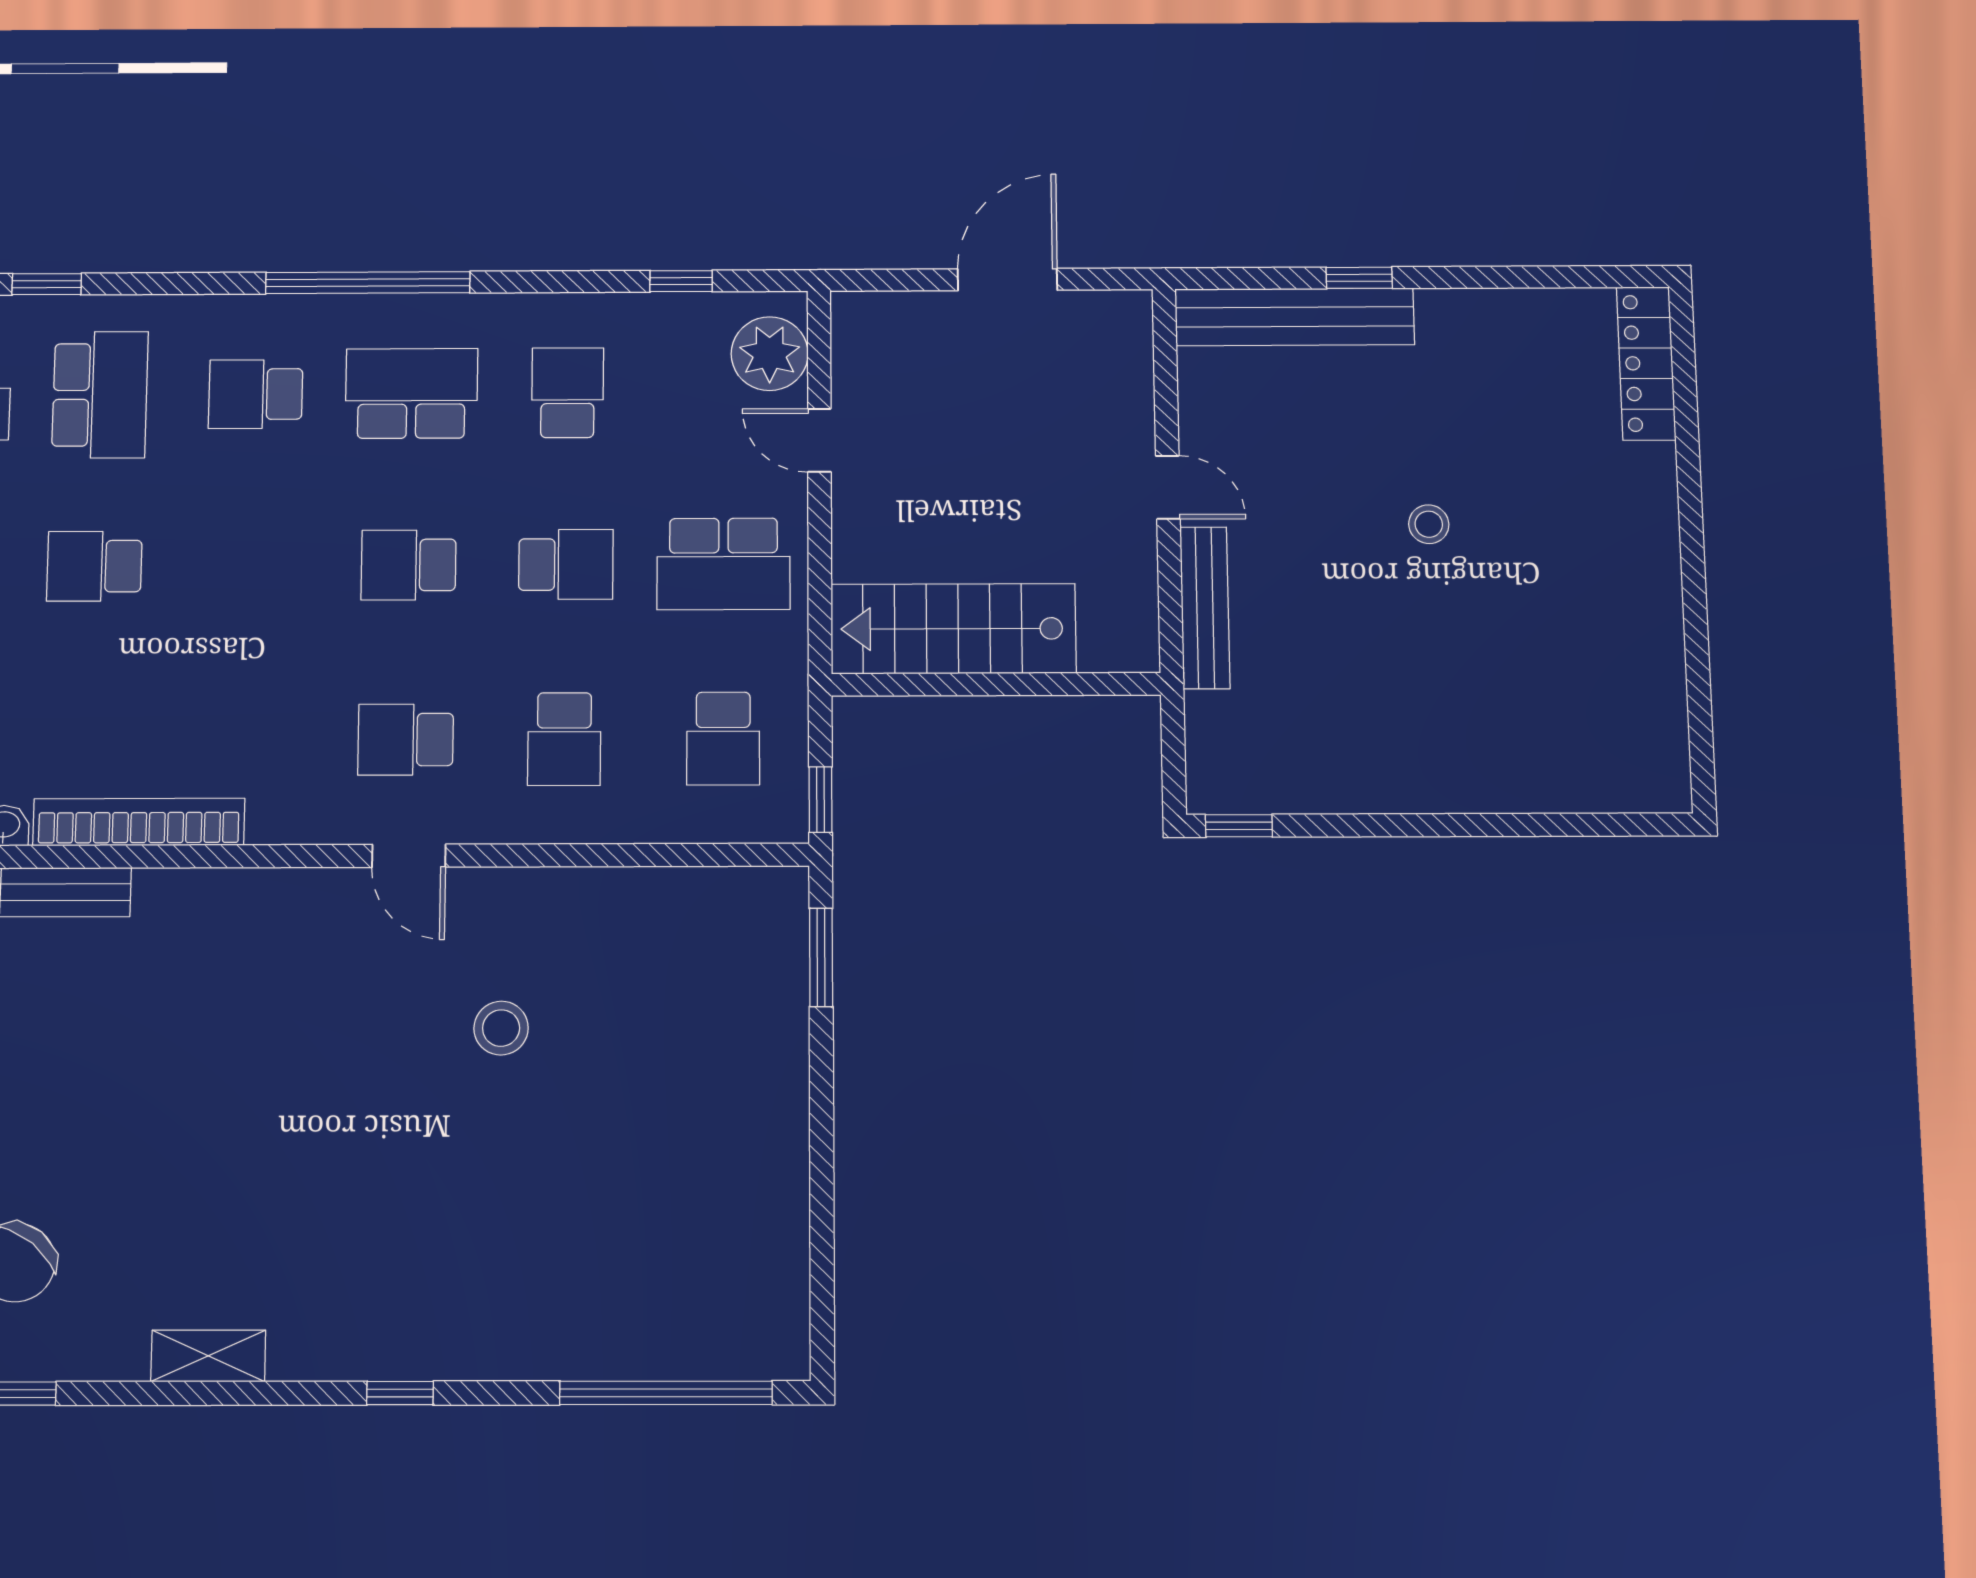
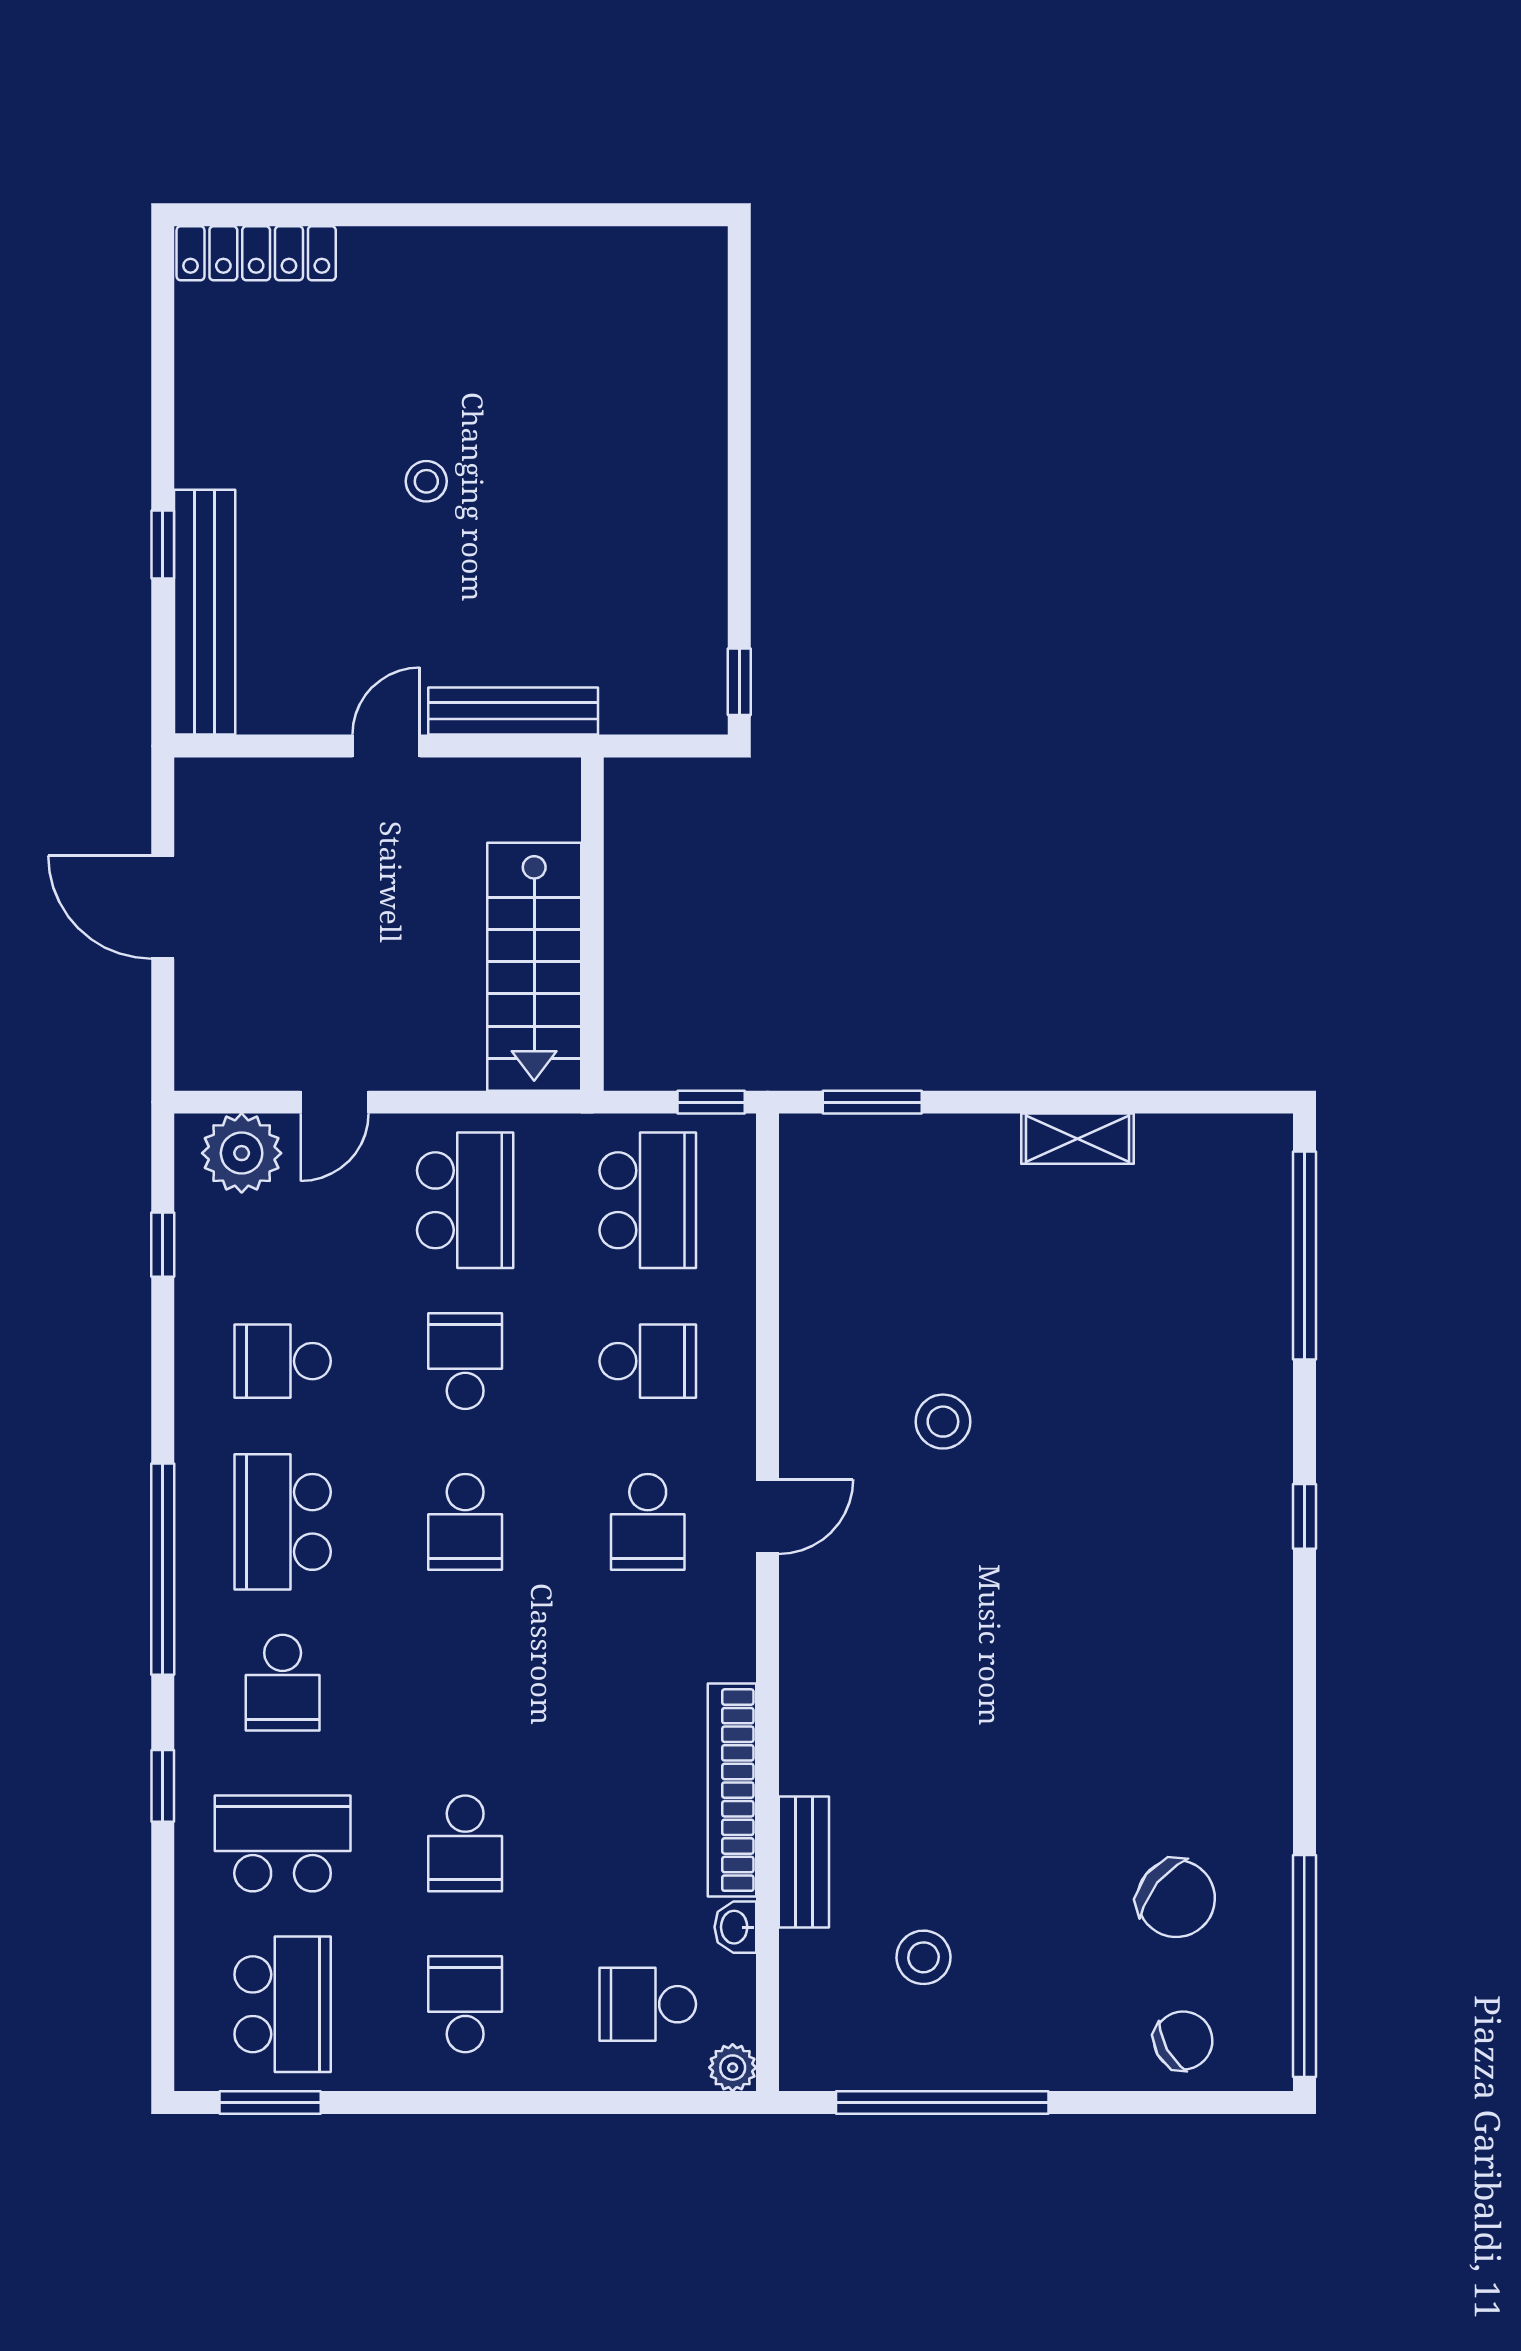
window: (47, 284) -> (163, 1786), moved
school desk: (723, 739) -> (648, 1200), width x1.85
shelving: (208, 1356) -> (1077, 1139), moved, turned 90

